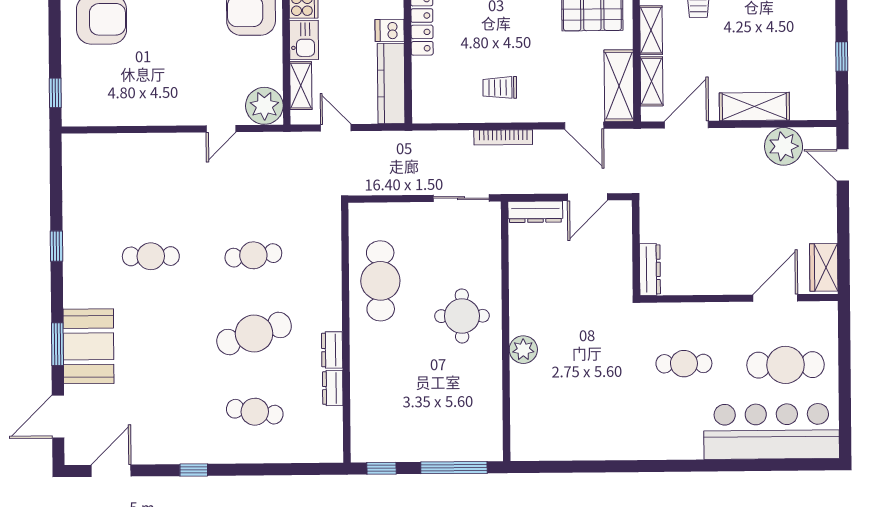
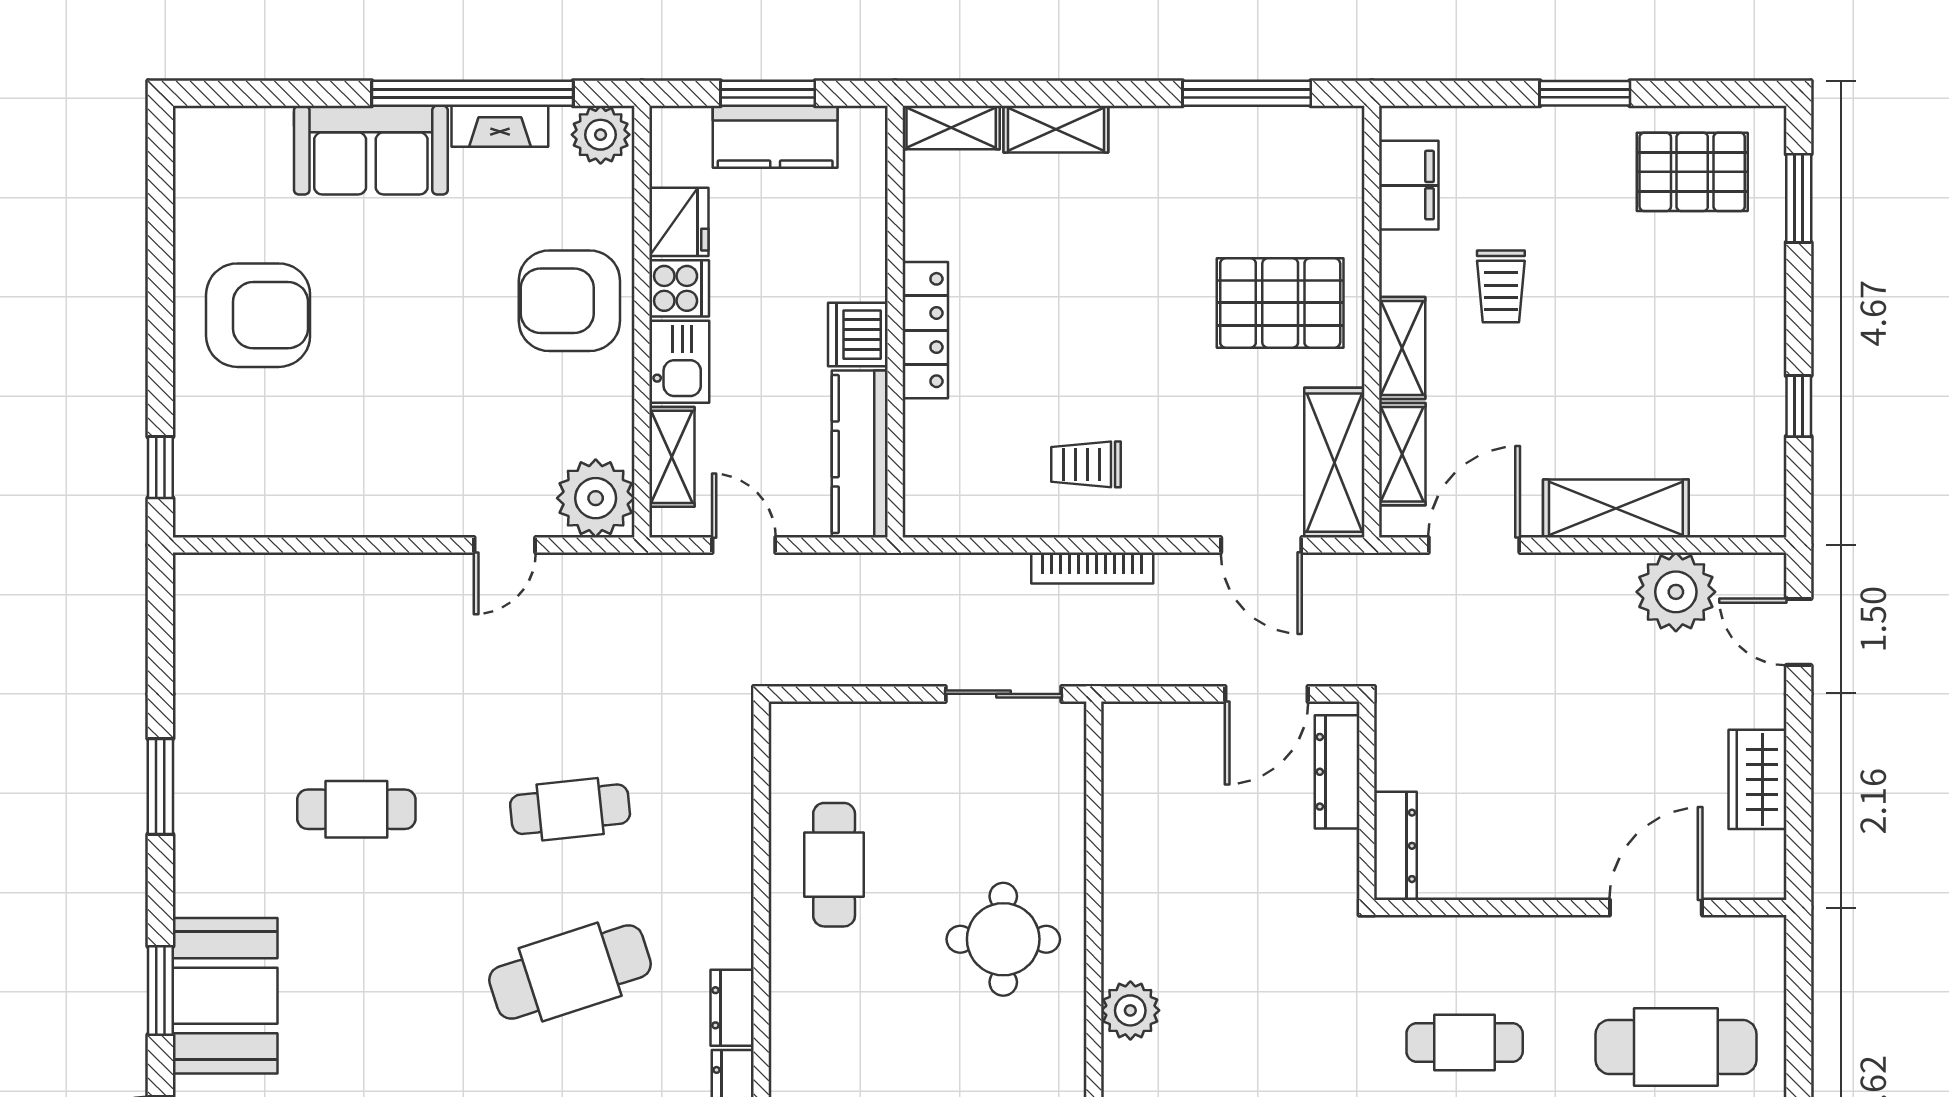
dishwasher: (390, 30) -> (858, 335), width x1.38
dresser: (535, 212) -> (1337, 772), moved, turned 90
window: (57, 246) -> (160, 786), width x1.50
wardrobe: (824, 267) -> (1757, 779), moved
cafe table: (380, 281) -> (834, 865), width x0.73, depth x0.74

